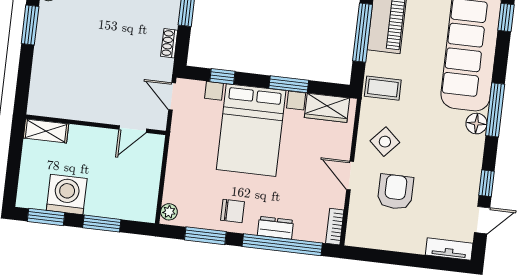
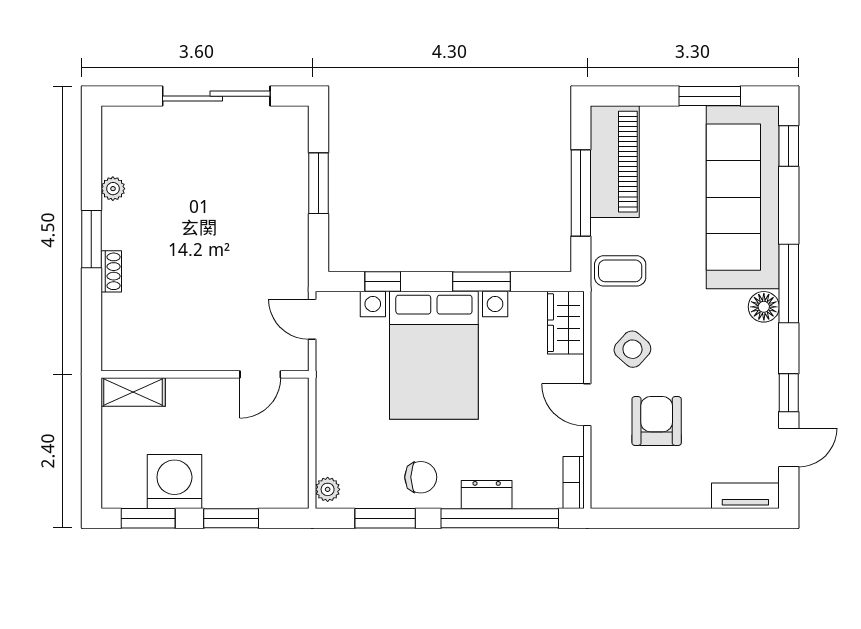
shoe rack: (169, 43) -> (111, 271), moved, turned 180
wardrobe: (327, 108) -> (566, 323), moved, turned 90

